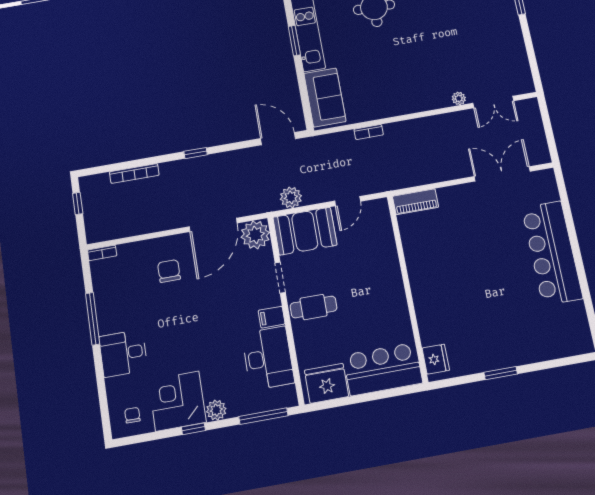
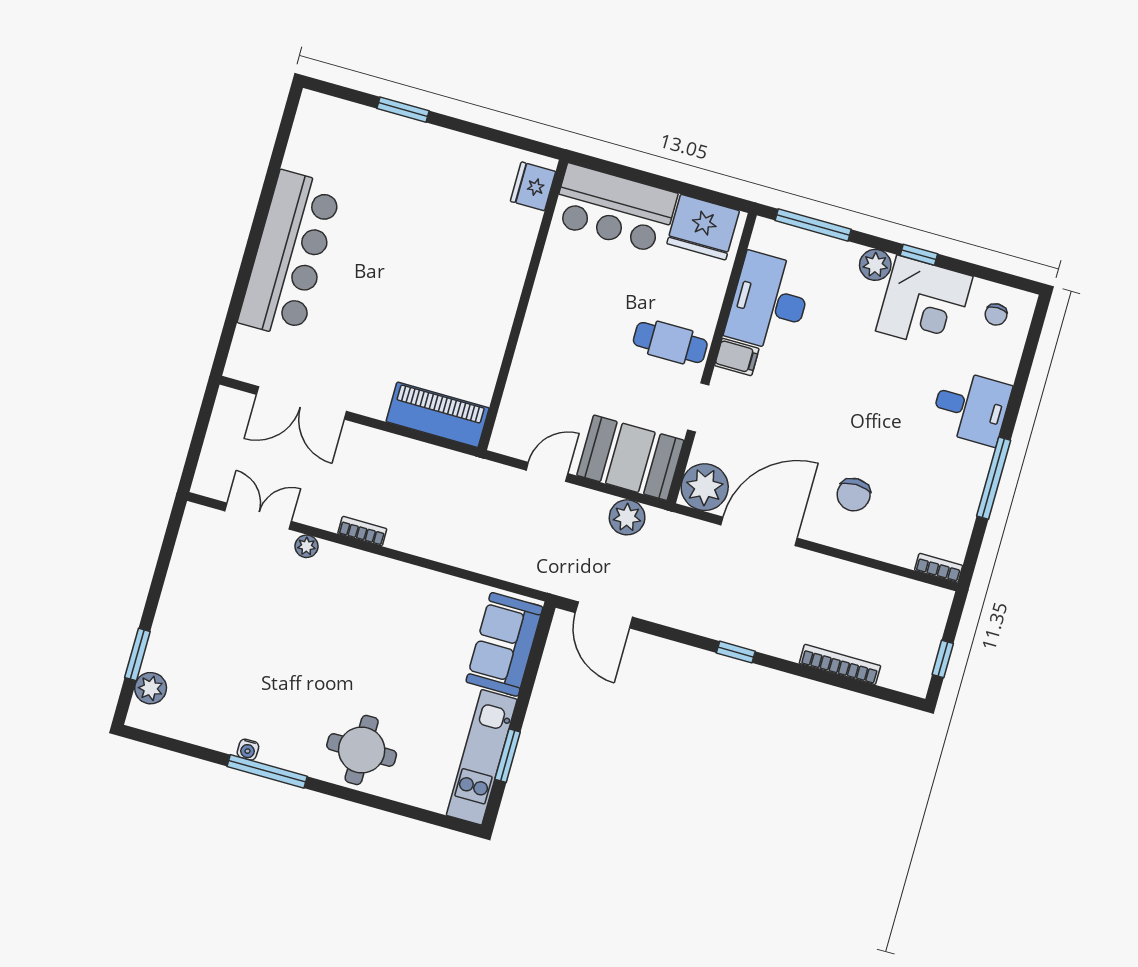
bookcase: (369, 132) -> (362, 531), moved
piano: (416, 202) -> (438, 415), width x1.37, depth x1.33
window: (501, 373) -> (403, 110), moved

